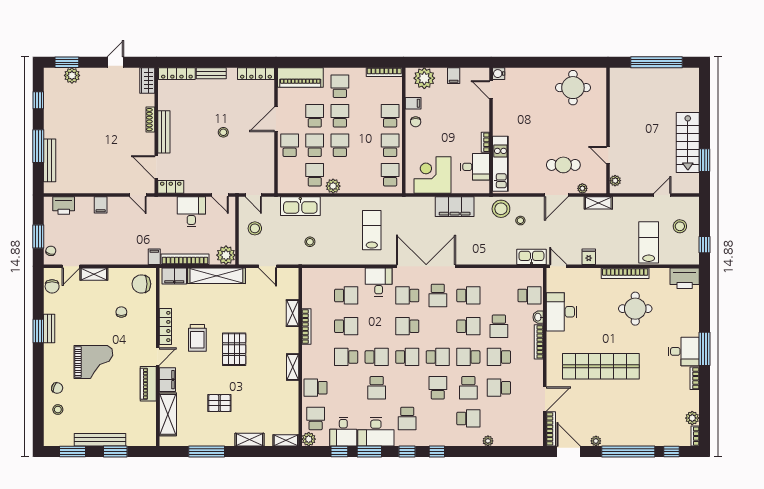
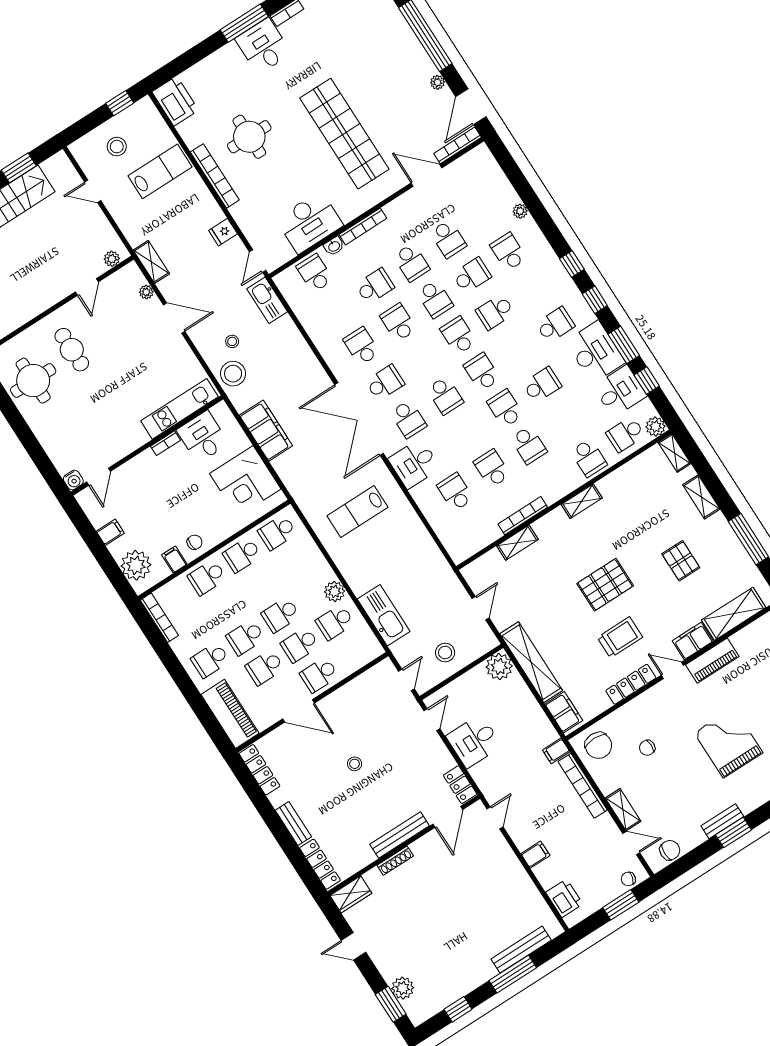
cafe table: (563, 165) -> (72, 350), moved
stool: (310, 242) -> (419, 576), removed
lab bench: (649, 242) -> (160, 171), turned 180
bookcase: (185, 259) -> (583, 786), moved

